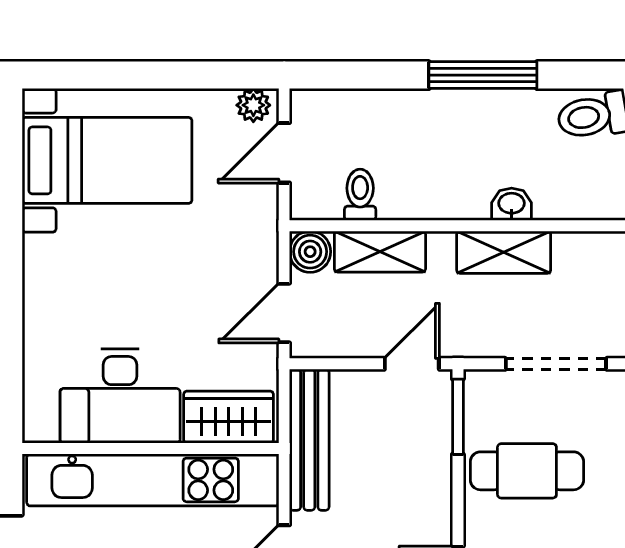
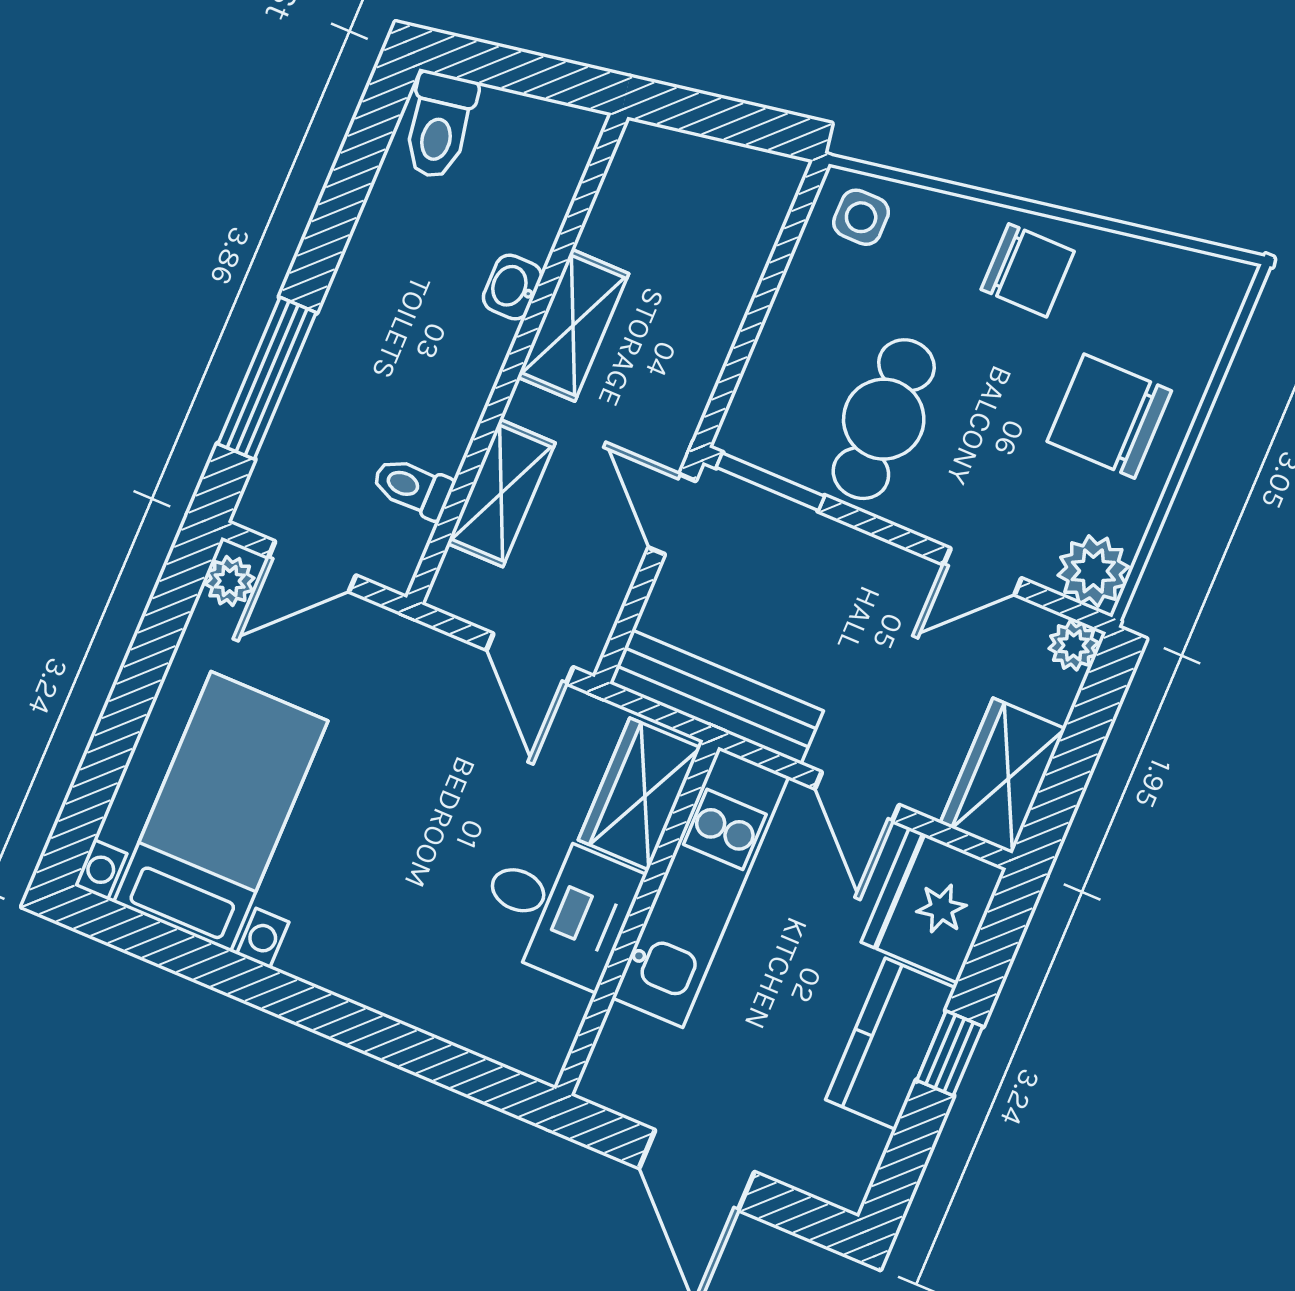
window: (483, 75) -> (267, 378), moved
door: (284, 153) -> (312, 567), hinge flipped
boiler: (310, 252) -> (461, 588), removed
doorway: (556, 364) -> (755, 318), removed
desk: (120, 396) -> (558, 907), width x0.73
kitchen unit: (153, 480) -> (700, 887), width x0.73

